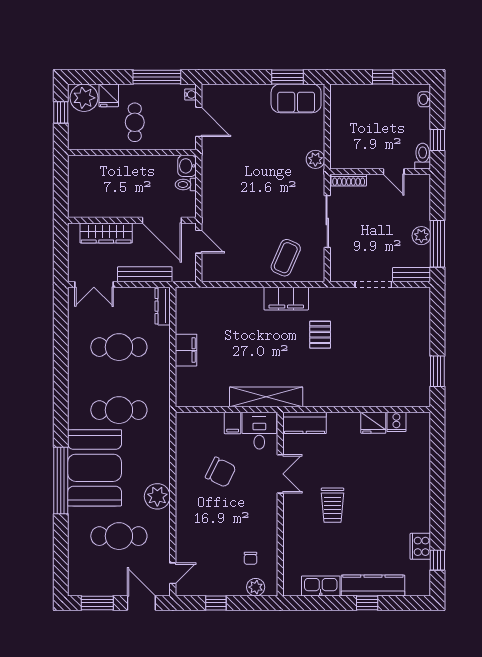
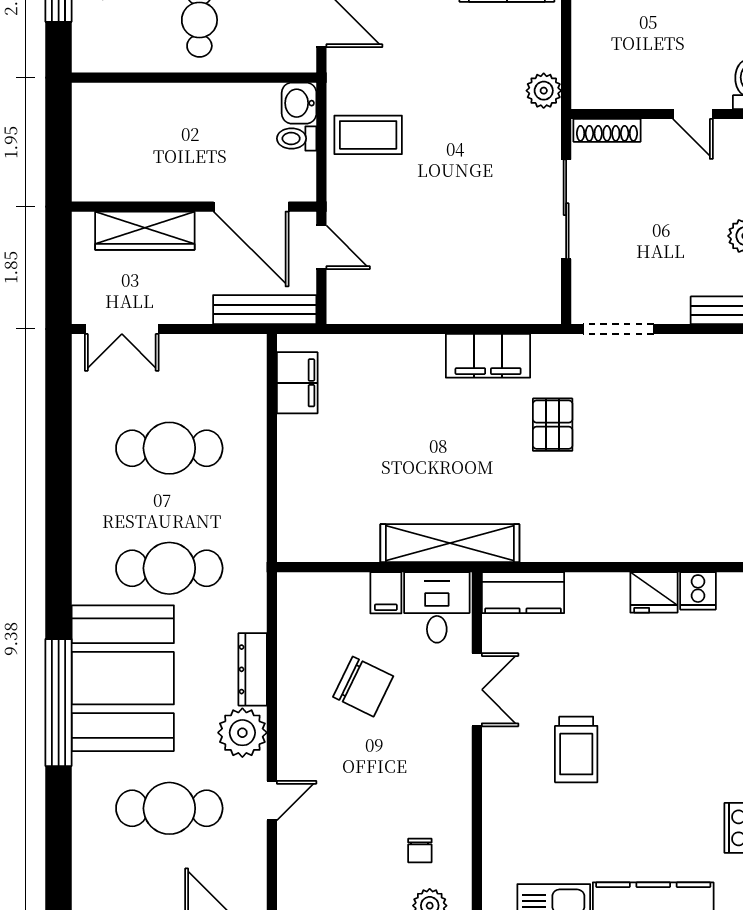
coffee table: (286, 258) -> (368, 135), moved, turned 66
bench: (145, 274) -> (265, 310), moved
doorway: (373, 284) -> (618, 329), moved
dresser: (163, 306) -> (253, 669), moved
filing cabinet: (186, 350) -> (297, 383), moved
door: (173, 573) -> (272, 801), moved

